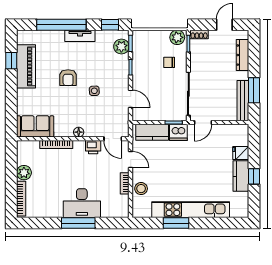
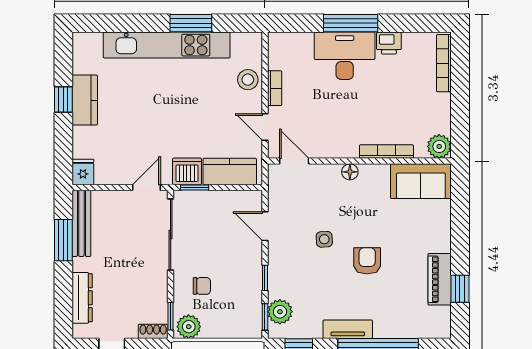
piano: (26, 66) -> (440, 279), width x0.73, depth x0.75
printer: (93, 147) -> (389, 43), moved, turned 180
fridge: (241, 153) -> (83, 172), moved, turned -90
plant: (24, 173) -> (439, 146), moved

